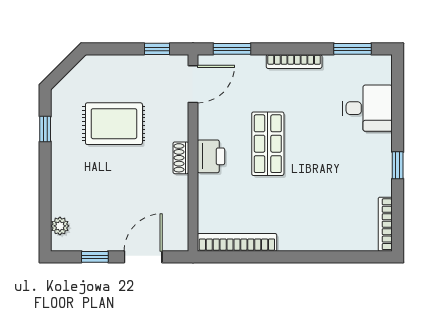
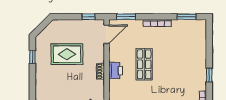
desk: (367, 108) -> (194, 46), removed

